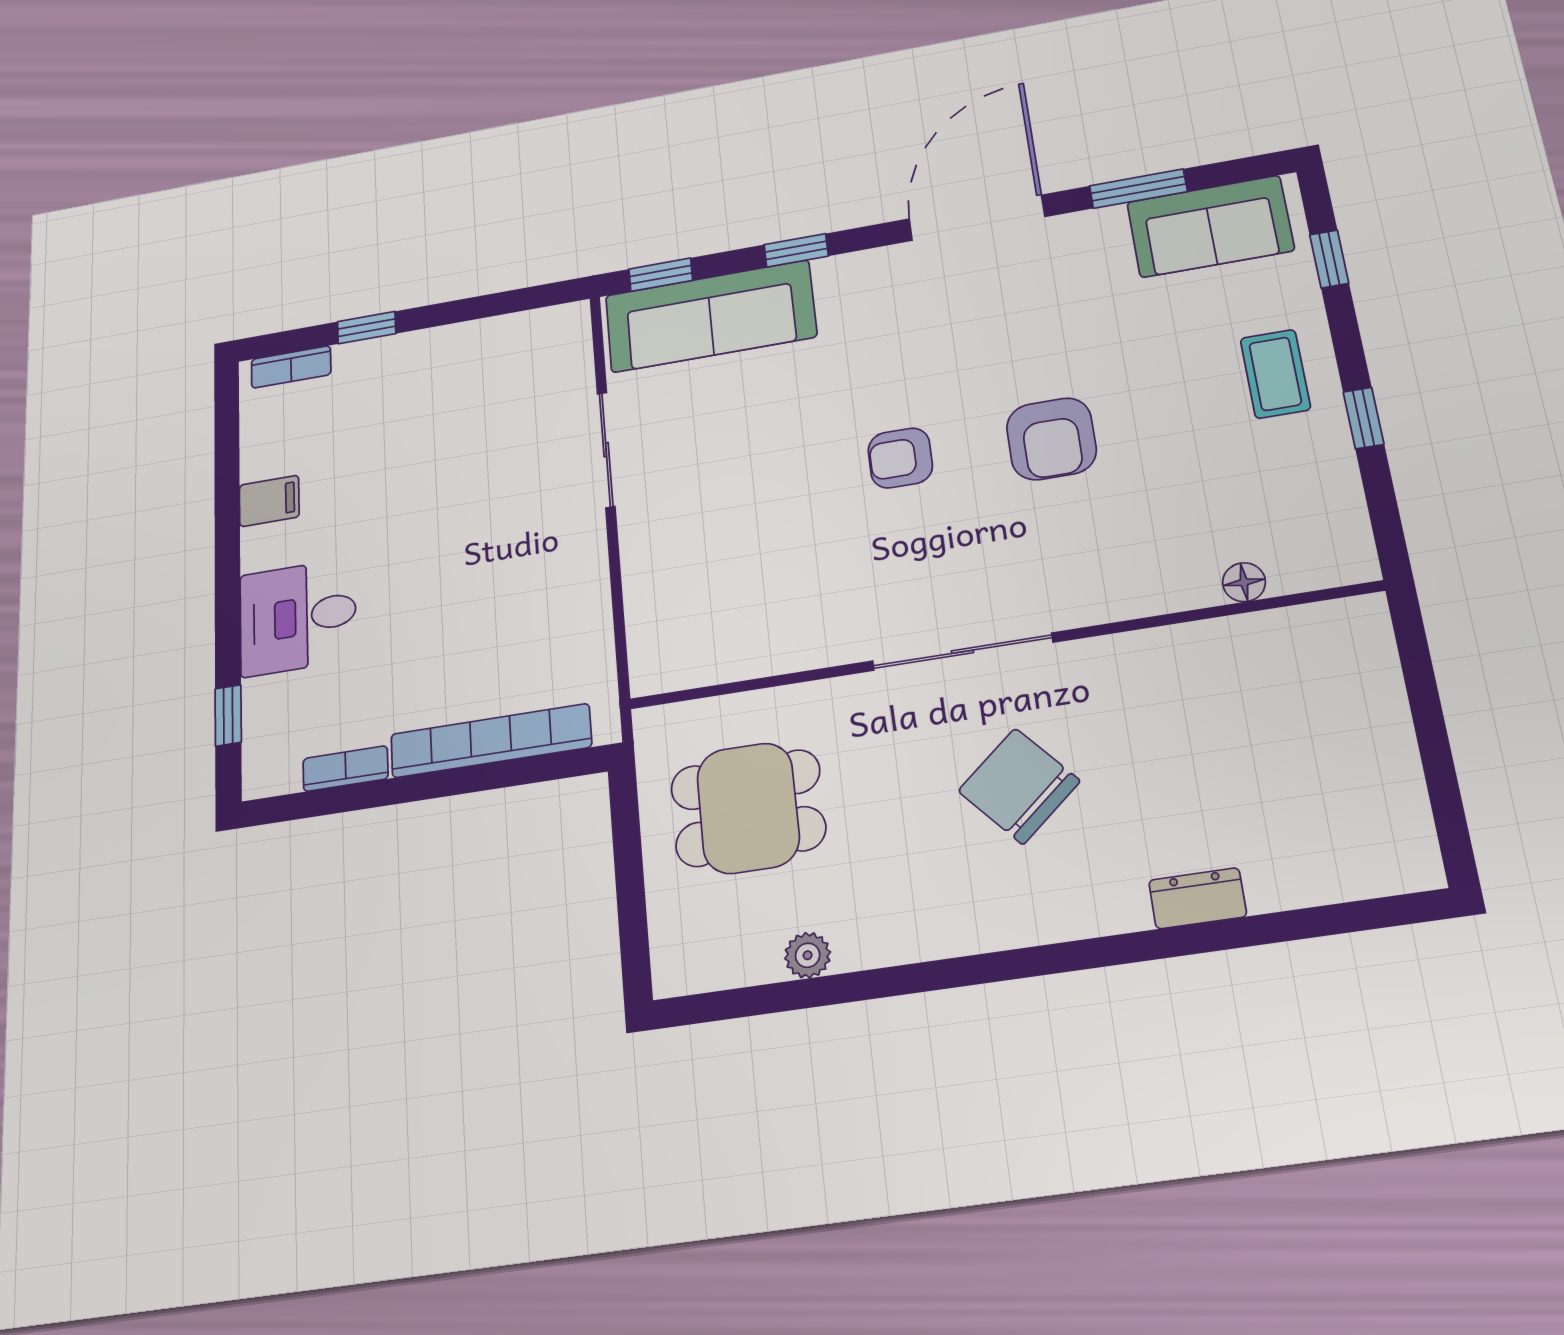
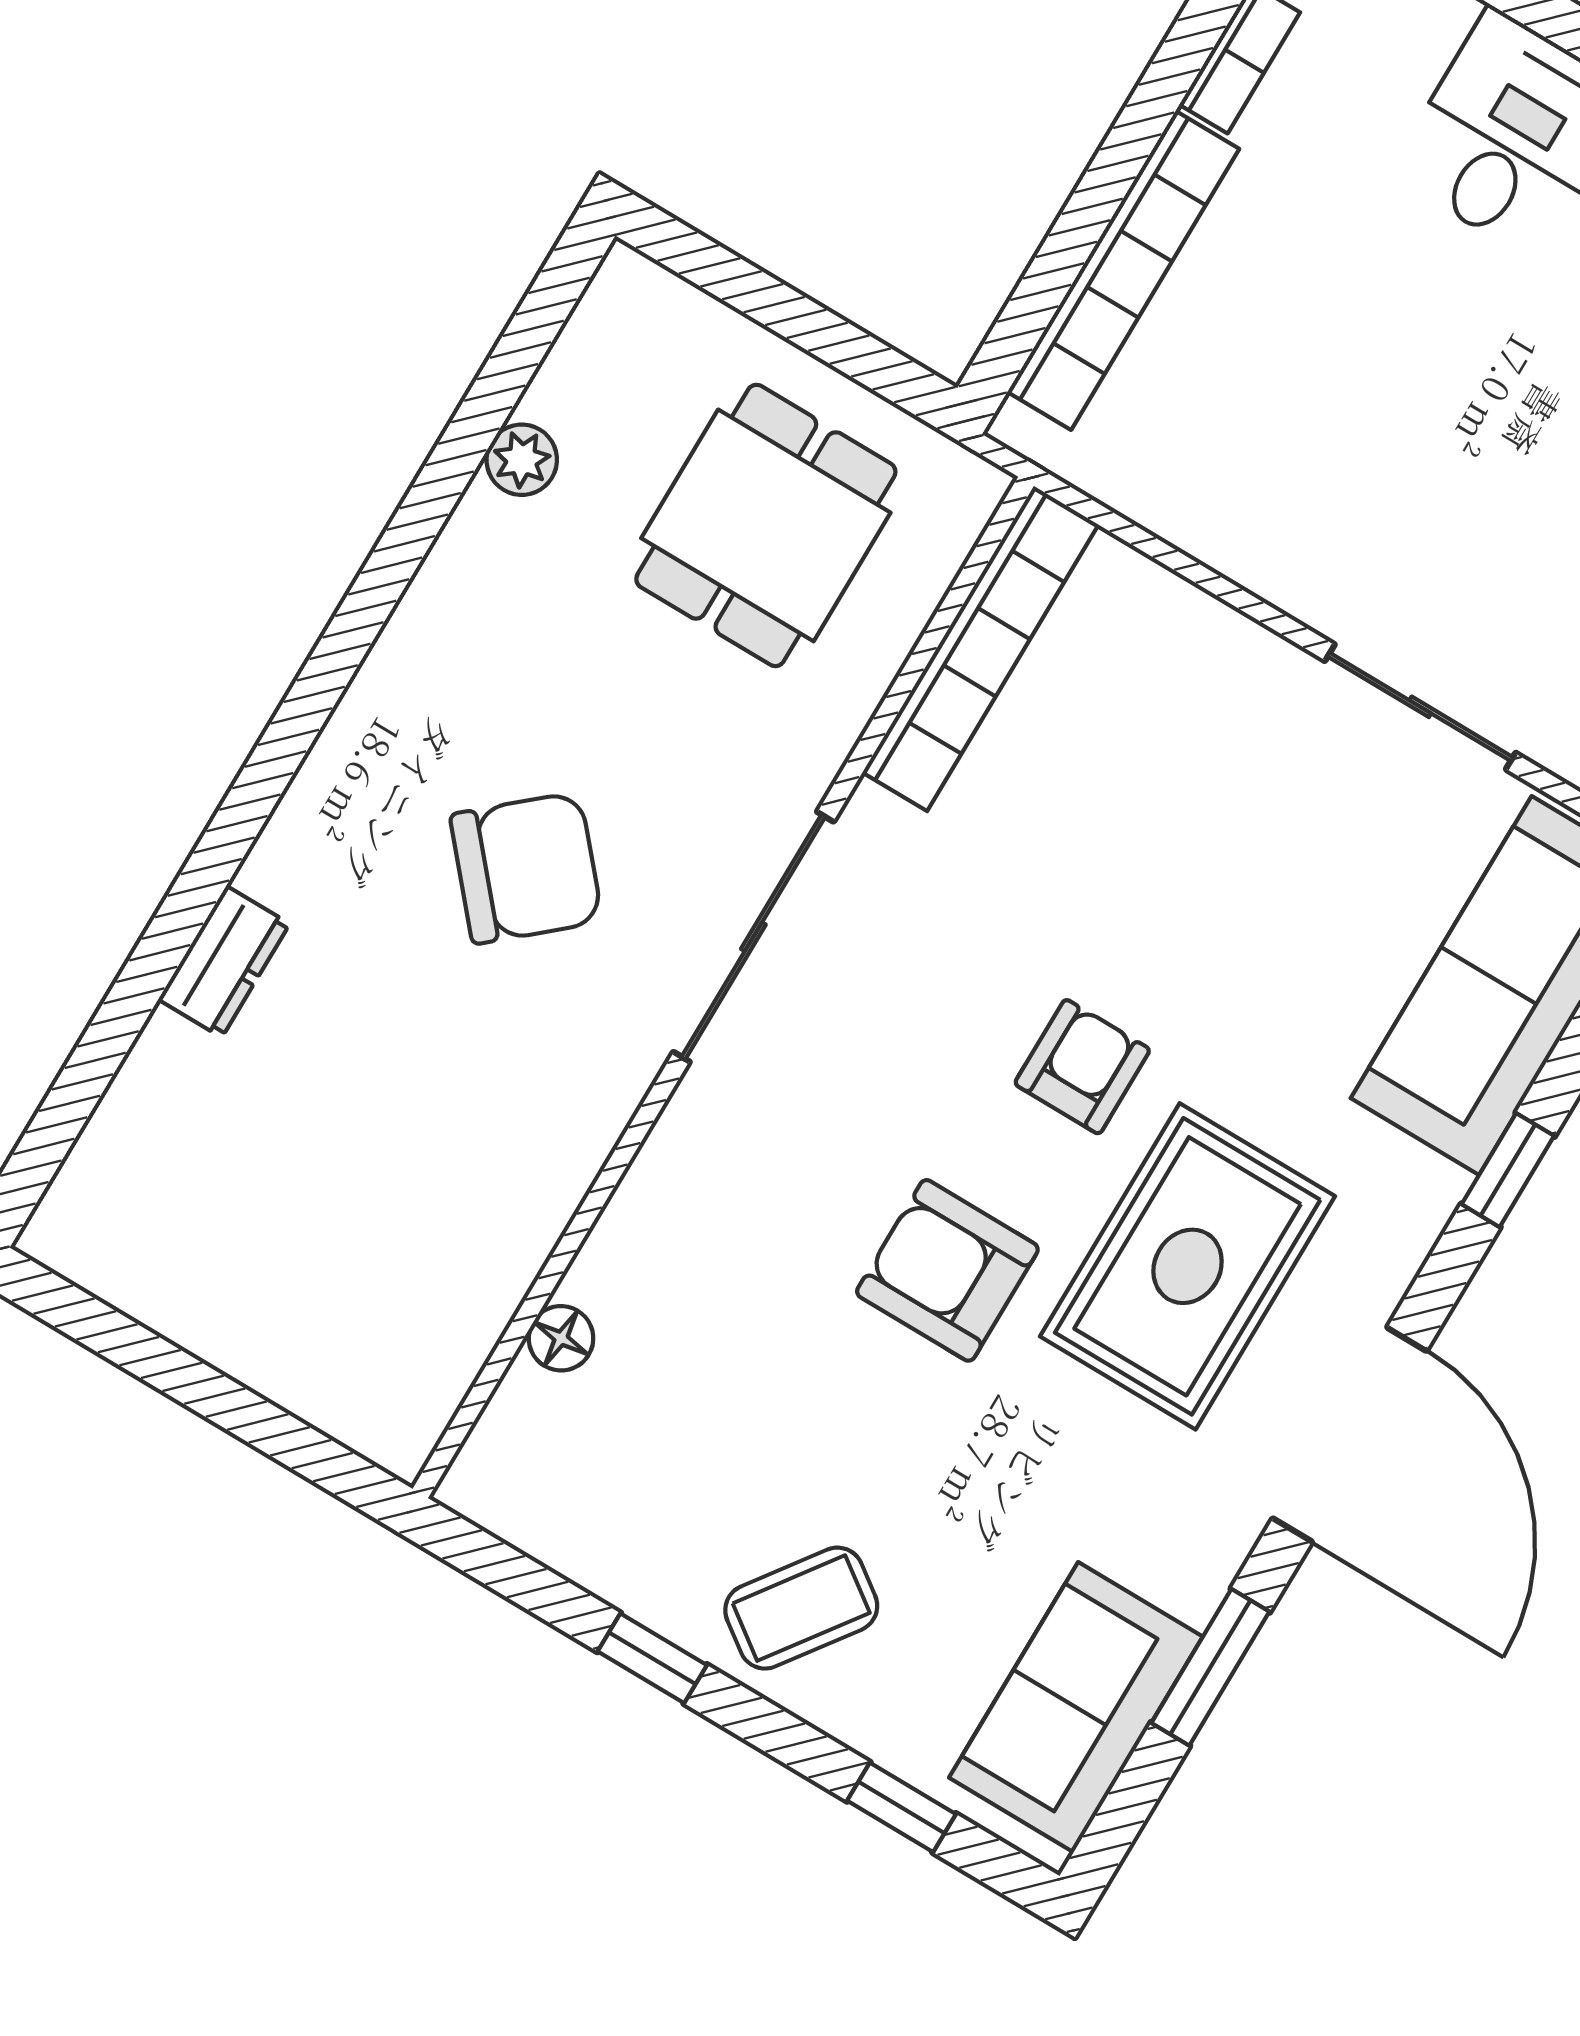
rug: (957, 341) -> (1188, 1266), added
coffee table: (1275, 374) -> (801, 1608), turned -54
bookcase: (731, 660) -> (980, 649), added

